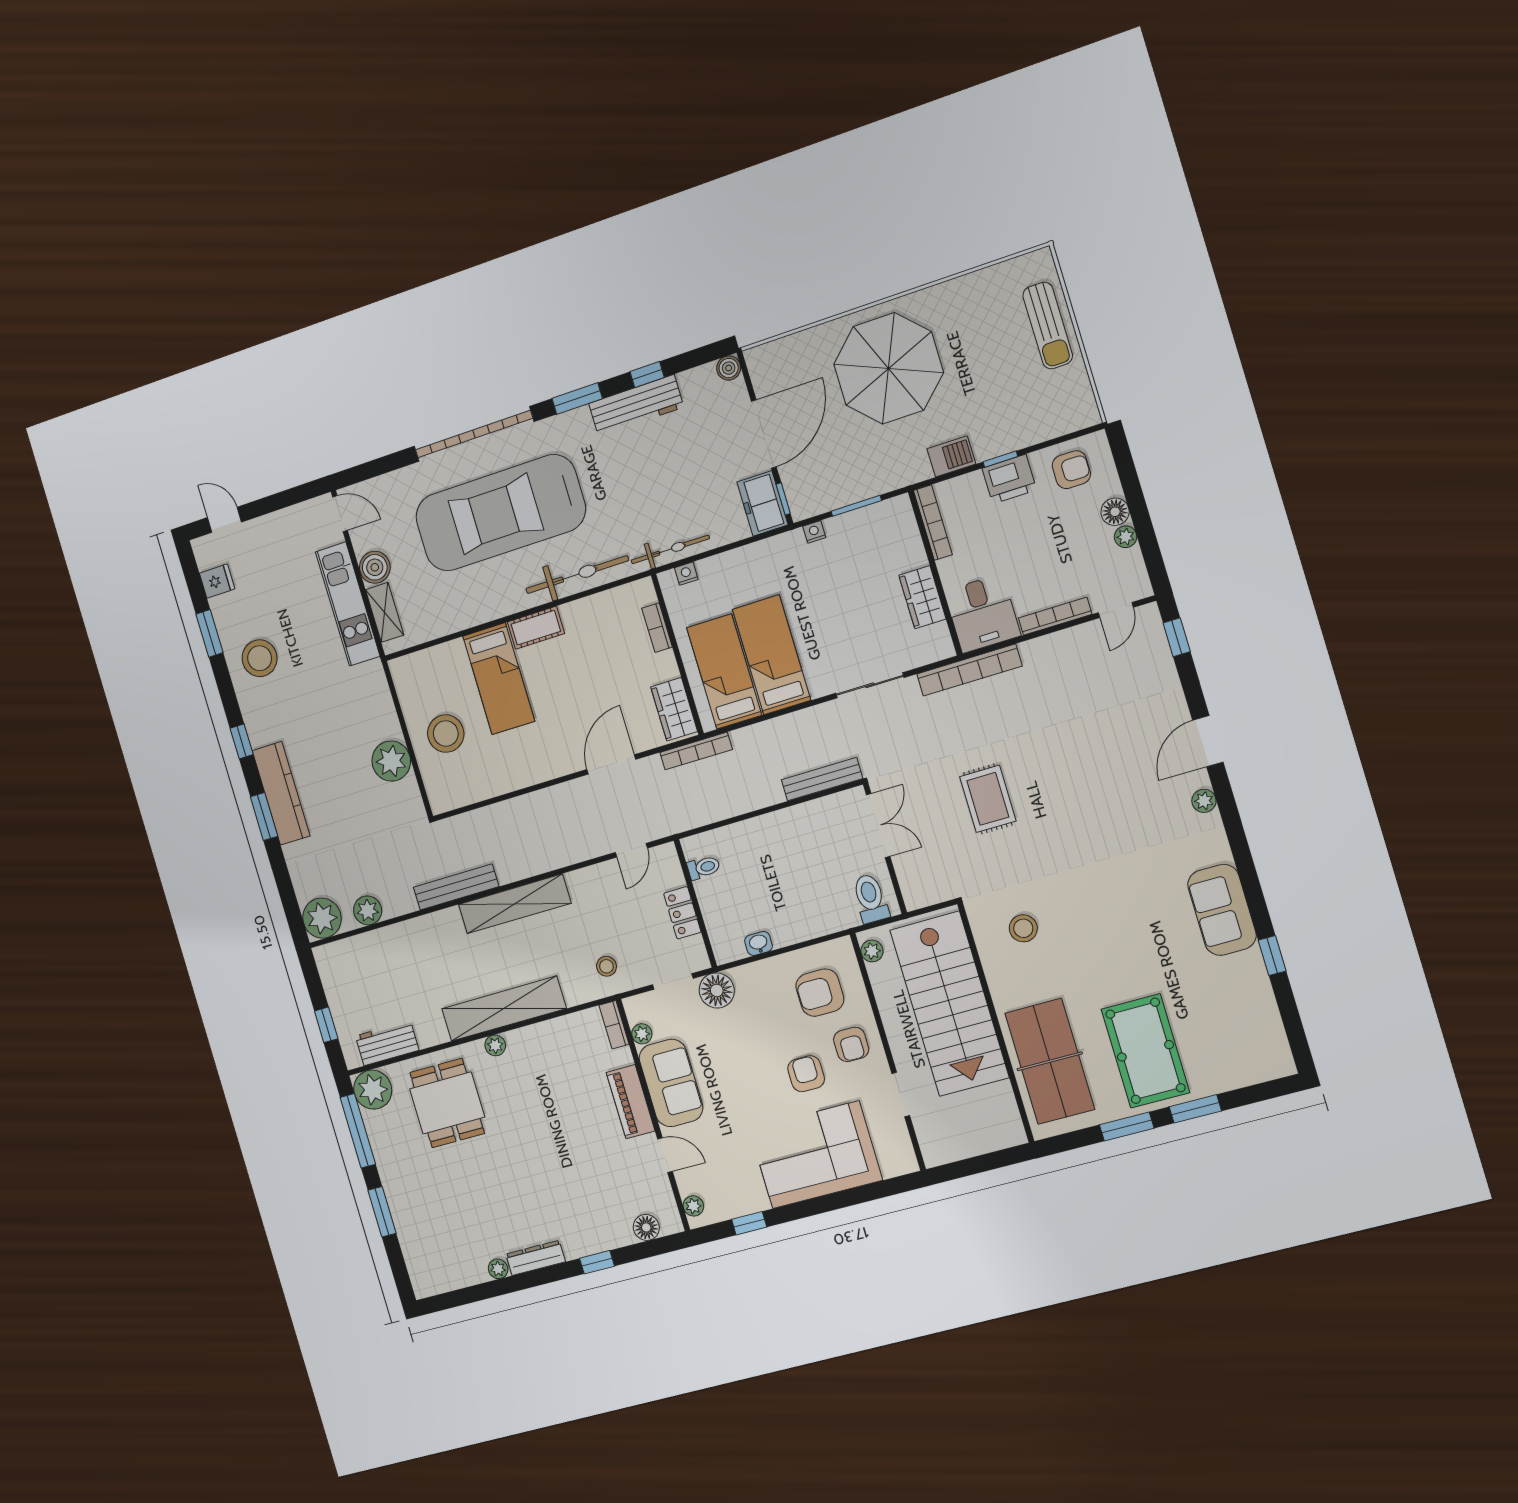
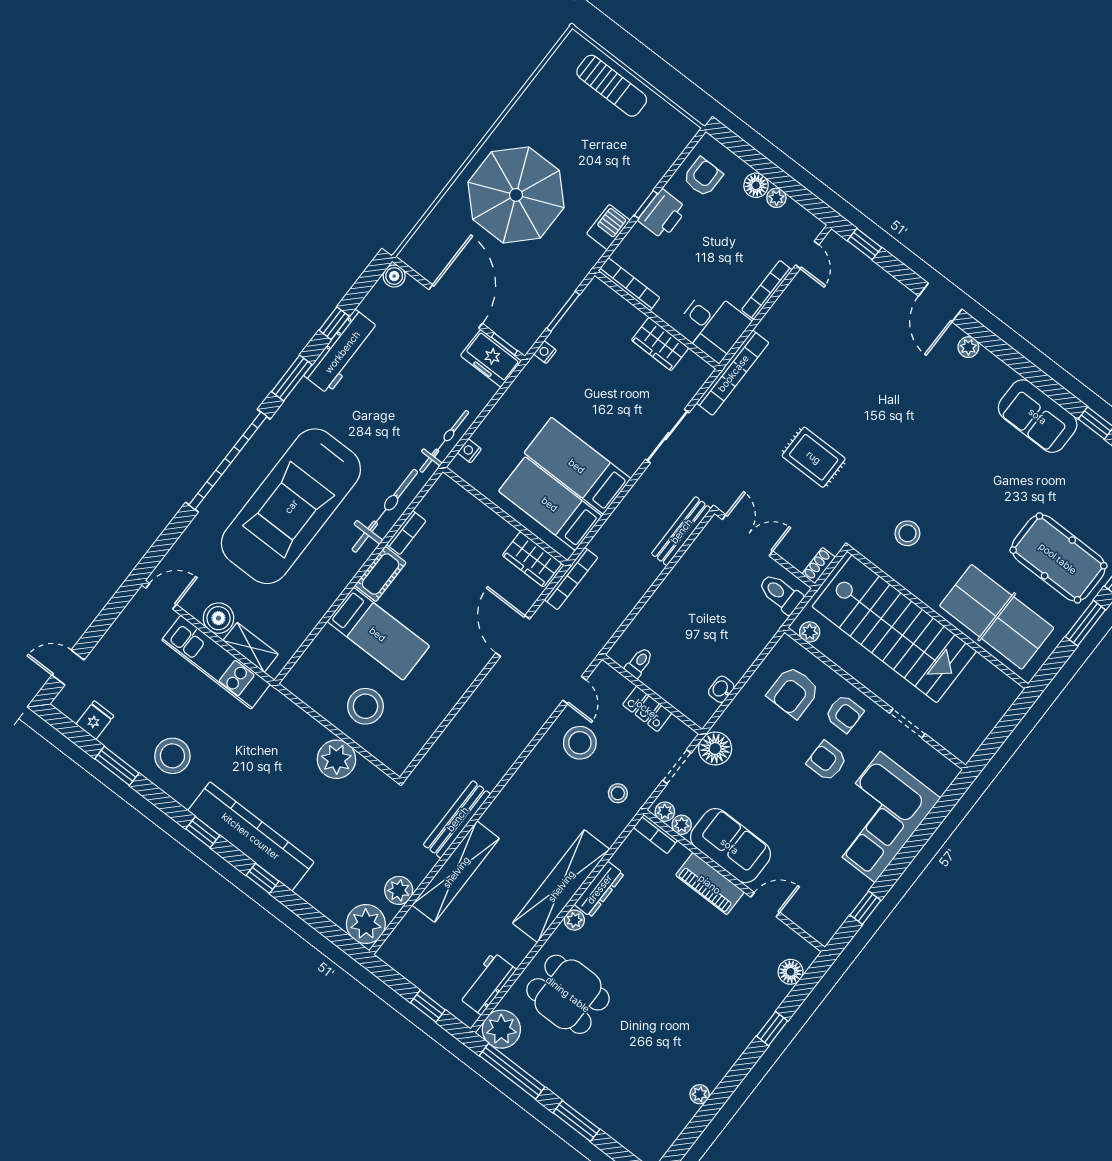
bookcase: (657, 628) -> (406, 533), moved, turned -90
kitchen counter: (281, 793) -> (251, 836), width x1.39, depth x1.17
window: (264, 817) -> (263, 878), width x0.67
stool: (604, 899) -> (580, 743), added
shoe rack: (922, 899) -> (819, 566), added
shelving: (515, 904) -> (456, 872), moved
plant: (693, 1206) -> (665, 812), moved
dresser: (536, 1258) -> (599, 889), moved, turned 180

